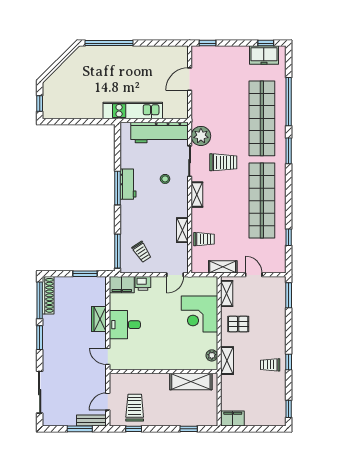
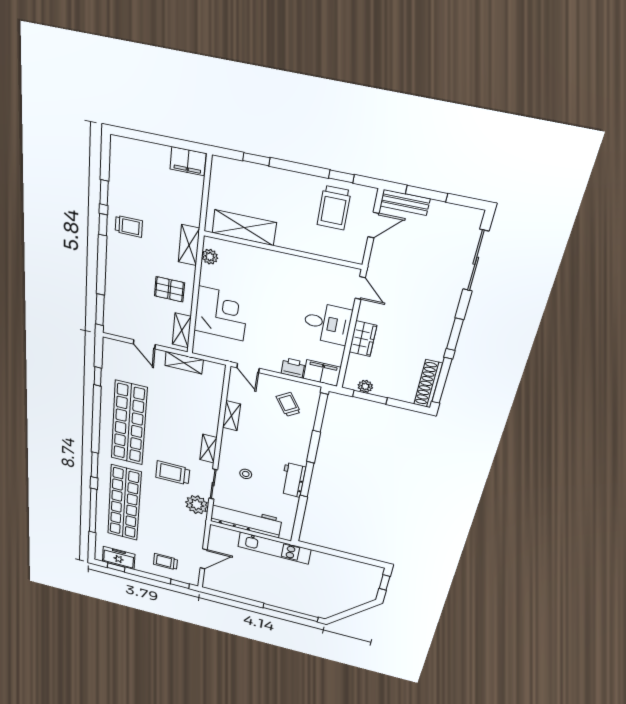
trolley: (204, 239) -> (165, 562), moved
door: (175, 275) -> (248, 368), swing flipped
plant: (90, 282) -> (365, 386), added
window: (289, 409) -> (104, 193), moved

